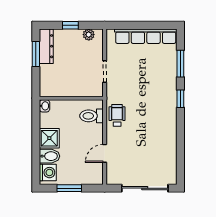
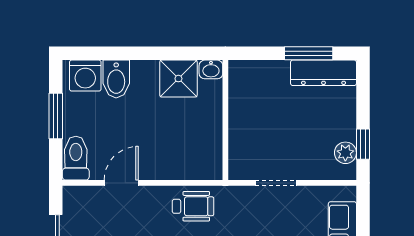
window: (70, 25) -> (363, 144), moved
toilet: (92, 116) -> (76, 158), moved
shower: (49, 138) -> (178, 79), moved
door: (105, 153) -> (121, 183), hinge flipped

